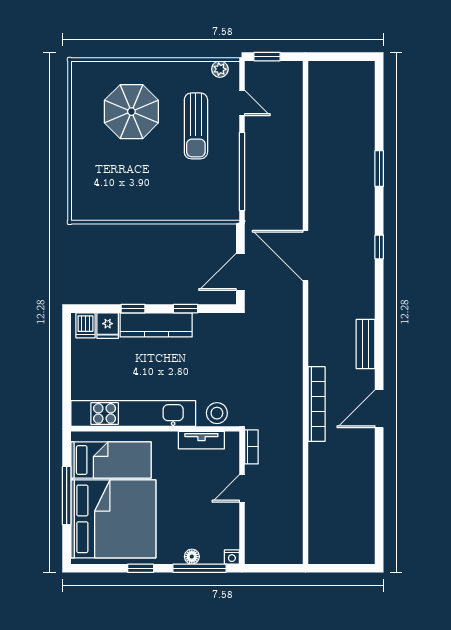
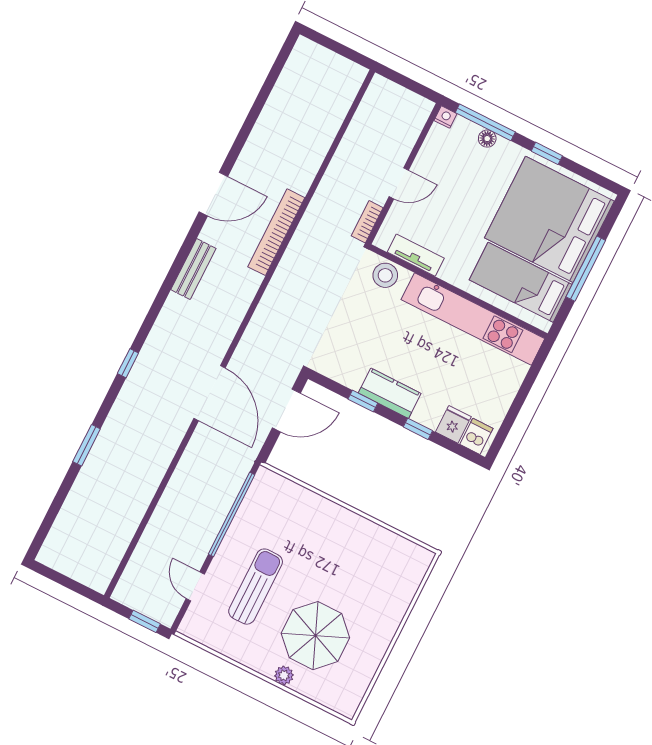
plant: (220, 69) -> (284, 675), moved
kitchen counter: (156, 325) -> (390, 393), width x0.67

